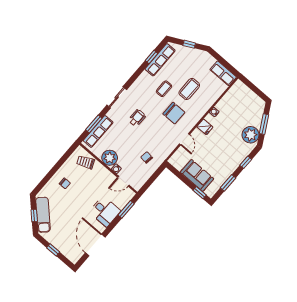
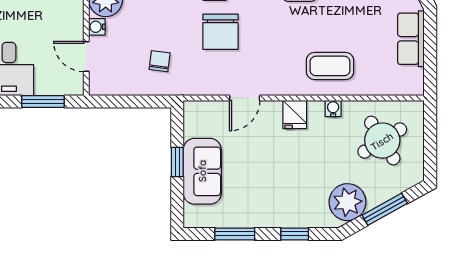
row of seats: (223, 73) -> (411, 39), moved
coffee table: (189, 89) -> (330, 66), moved
round table: (240, 105) -> (382, 141), added
chair: (174, 113) -> (220, 32), moved
window: (200, 193) -> (177, 162), moved

